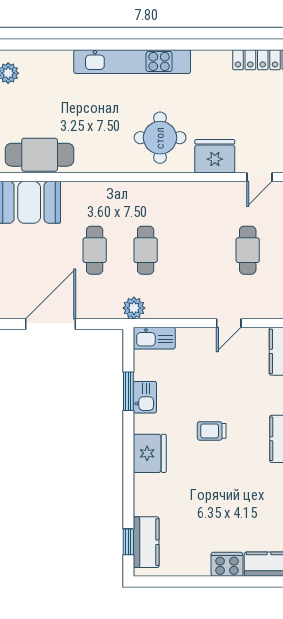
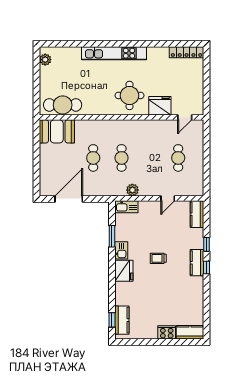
plant: (134, 308) -> (132, 190), moved
kitchen sink: (145, 397) -> (121, 250), moved

